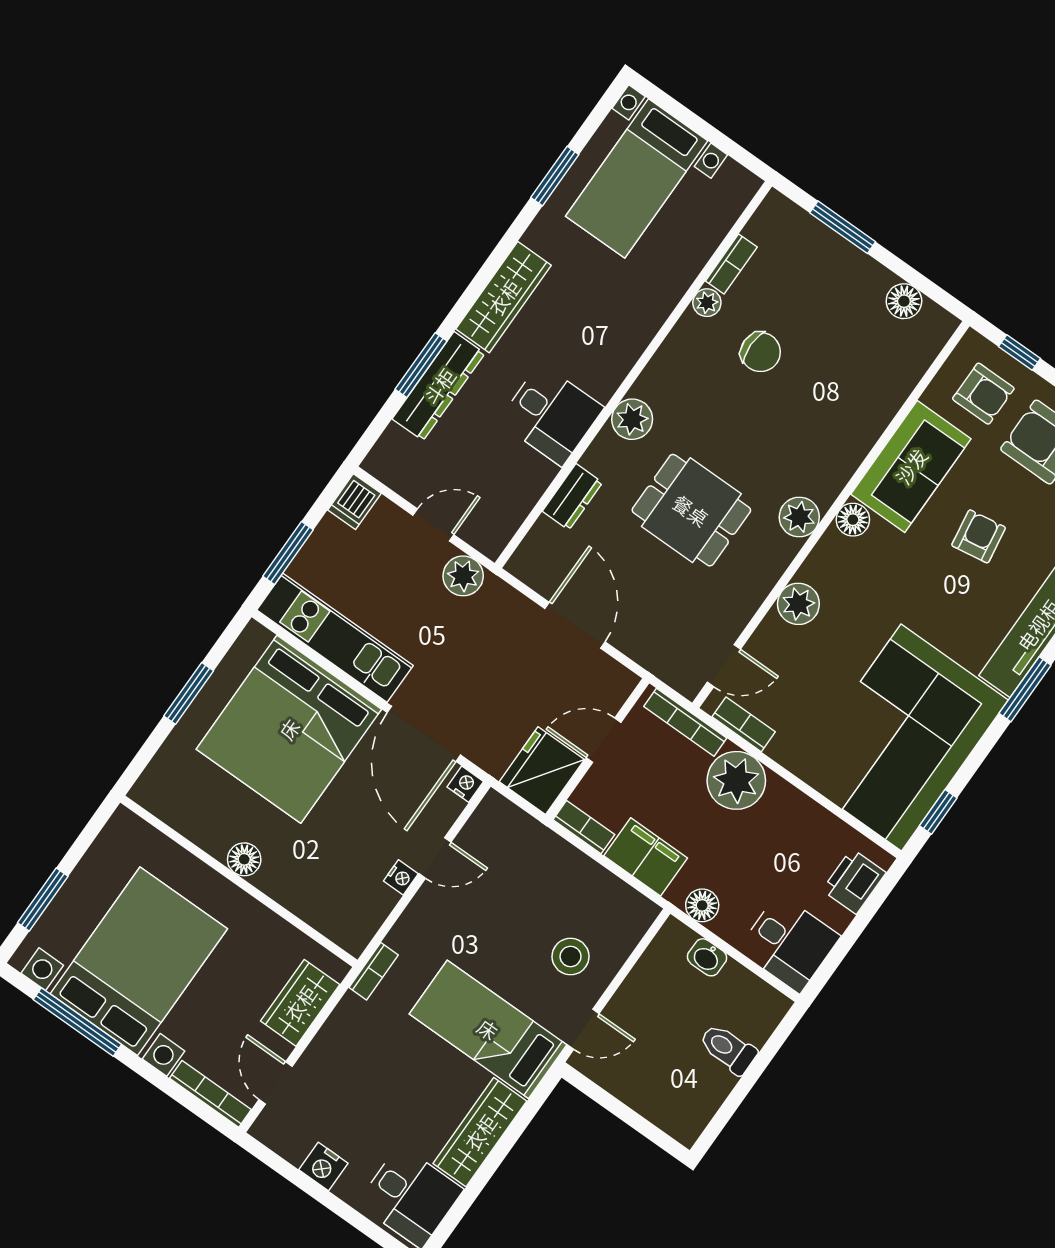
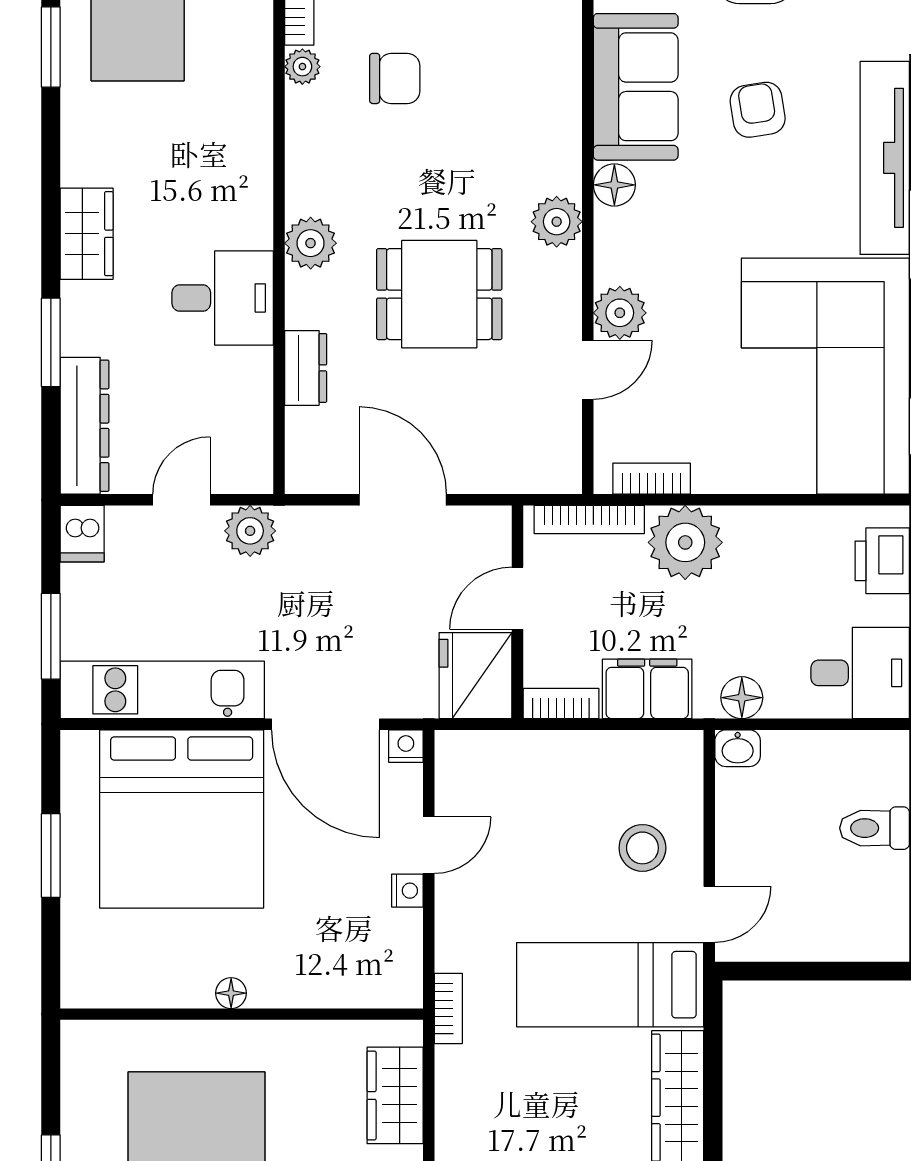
wardrobe: (504, 297) -> (87, 234), width x0.67
dresser: (439, 386) -> (85, 426), moved
door: (724, 666) -> (588, 370), moved
floor lamp: (244, 859) -> (231, 993), width x0.73, depth x0.73
washbasin: (707, 957) -> (738, 748), moved

